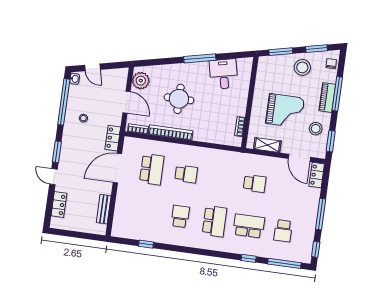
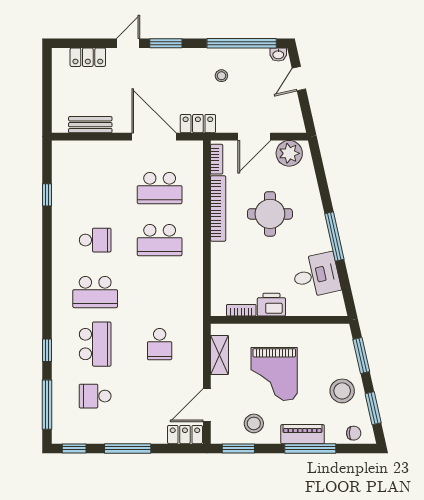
printer: (239, 106) -> (271, 305), added
school desk: (186, 174) -> (160, 240), width x1.85

